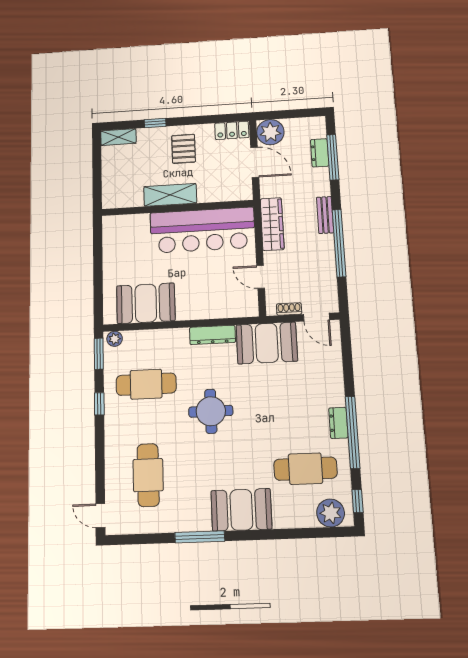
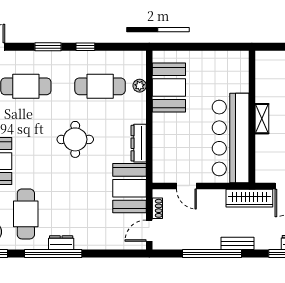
shelving: (170, 195) -> (262, 119), width x0.67, depth x0.75
wardrobe: (272, 224) -> (249, 198), moved
door: (261, 277) -> (186, 186), swing flipped
plant: (115, 339) -> (140, 86), moved
window: (99, 354) -> (48, 47), moved
cafe table: (146, 384) -> (100, 86), turned 90

